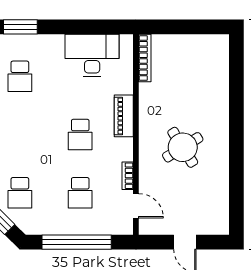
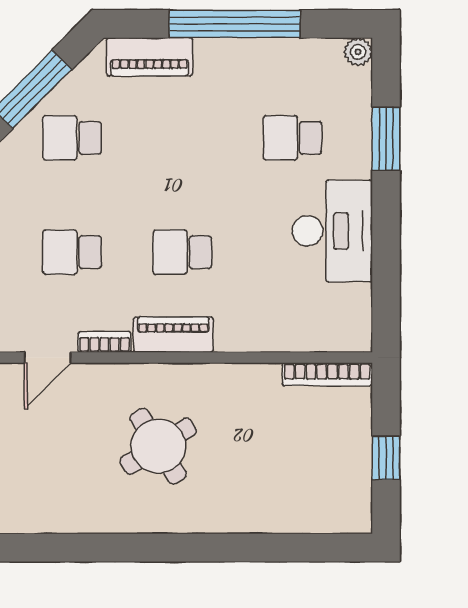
window: (189, 27) -> (386, 458), added
desk: (92, 55) -> (332, 231), moved
piano: (124, 116) -> (173, 335), moved

